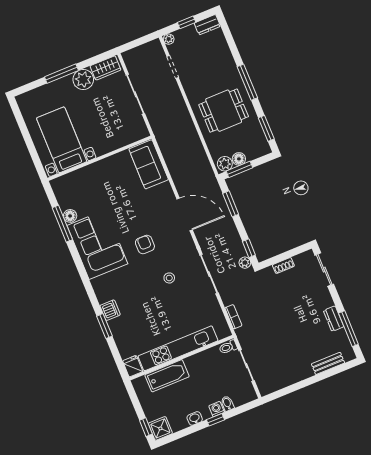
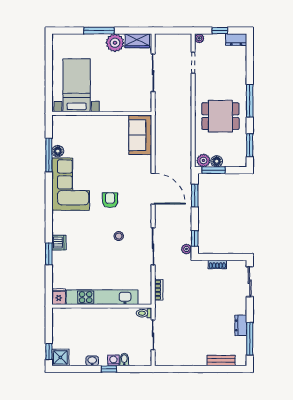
bathtub: (167, 376) -> (84, 316), removed

